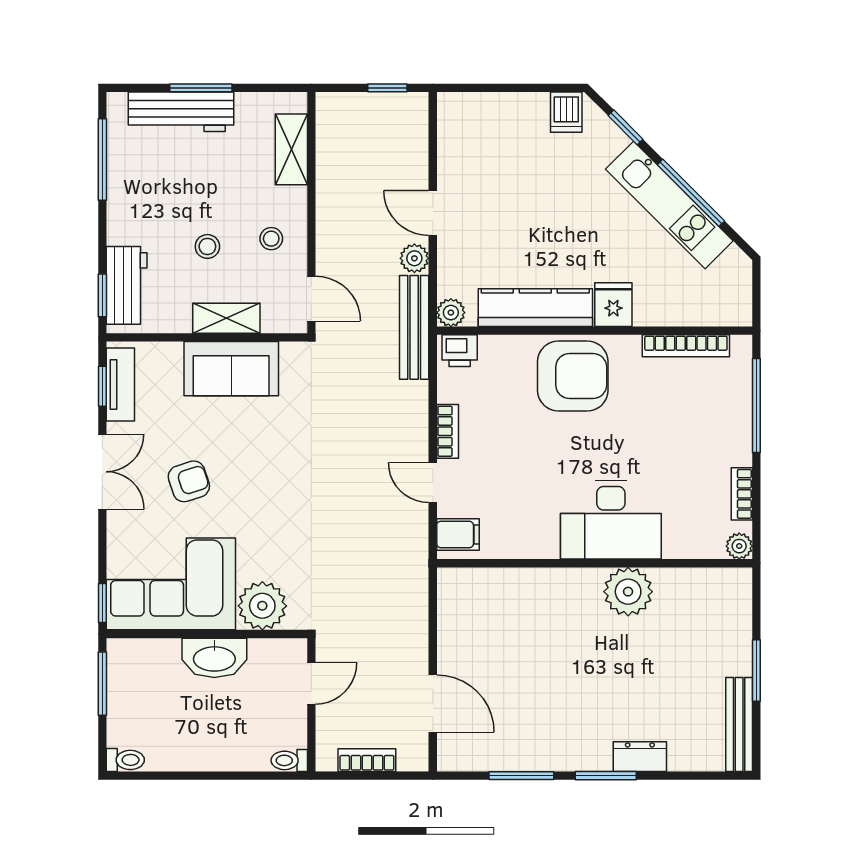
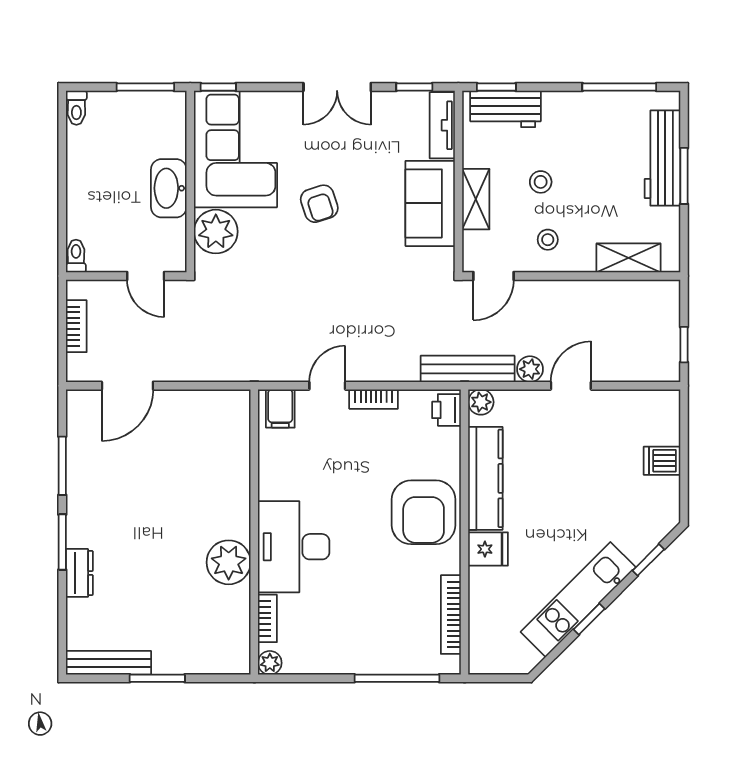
dishwasher: (566, 112) -> (662, 461), moved
window: (691, 193) -> (589, 619), width x0.46
tv unit: (120, 384) -> (442, 125), moved, turned 90
armchair: (189, 481) -> (319, 204), moved
bookcase: (742, 494) -> (267, 618), moved, turned 90

